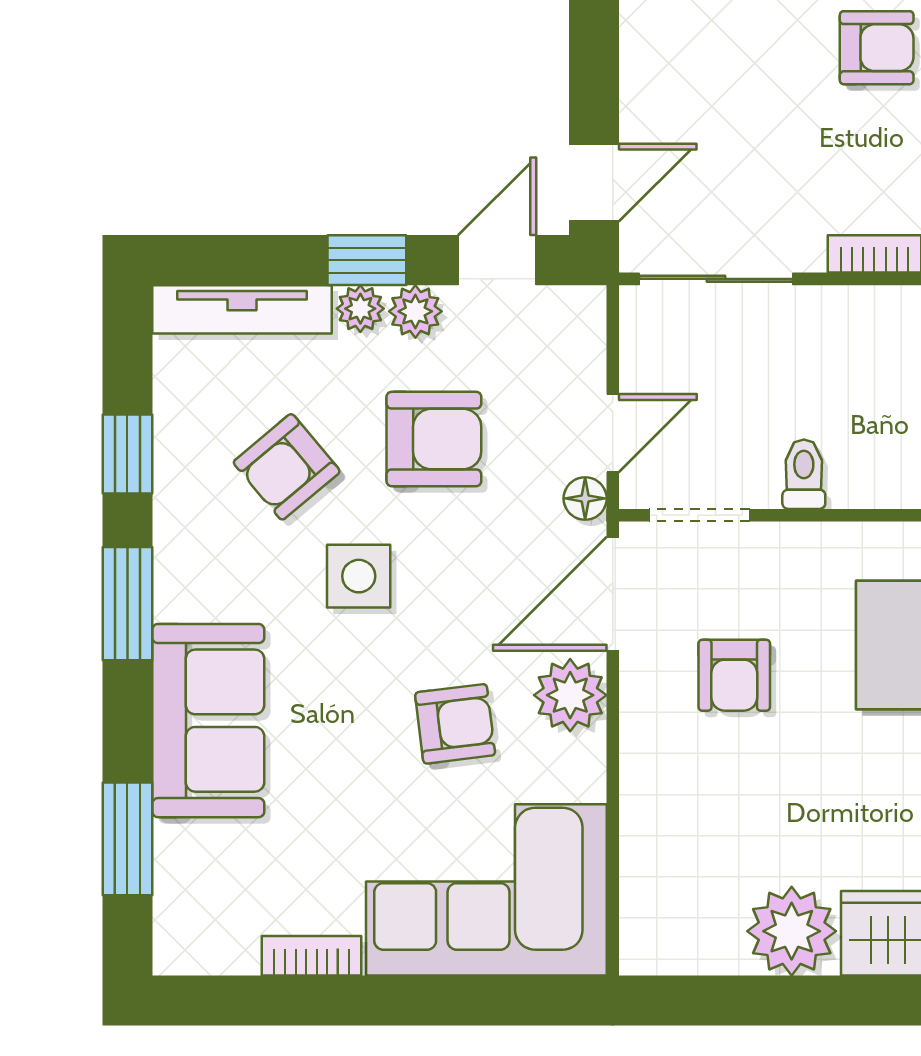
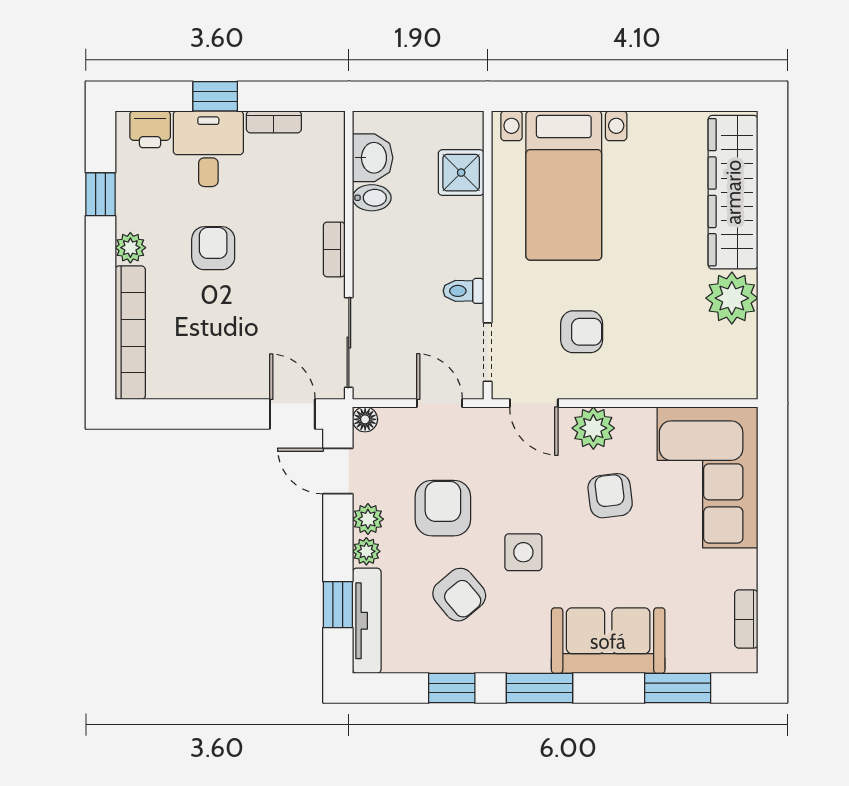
window: (367, 260) -> (338, 605), moved
floor lamp: (585, 498) -> (365, 419), moved
door: (613, 594) -> (534, 403), width x0.73
bookcase: (311, 956) -> (746, 619), moved

